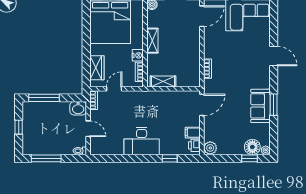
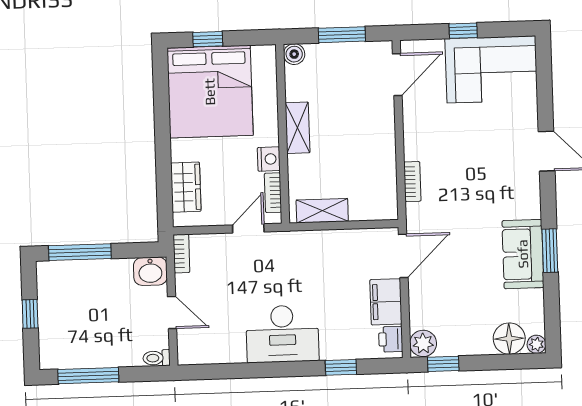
door: (114, 89) -> (248, 228), moved
filing cabinet: (193, 133) -> (386, 302), width x2.00
window: (249, 158) -> (443, 364), moved

